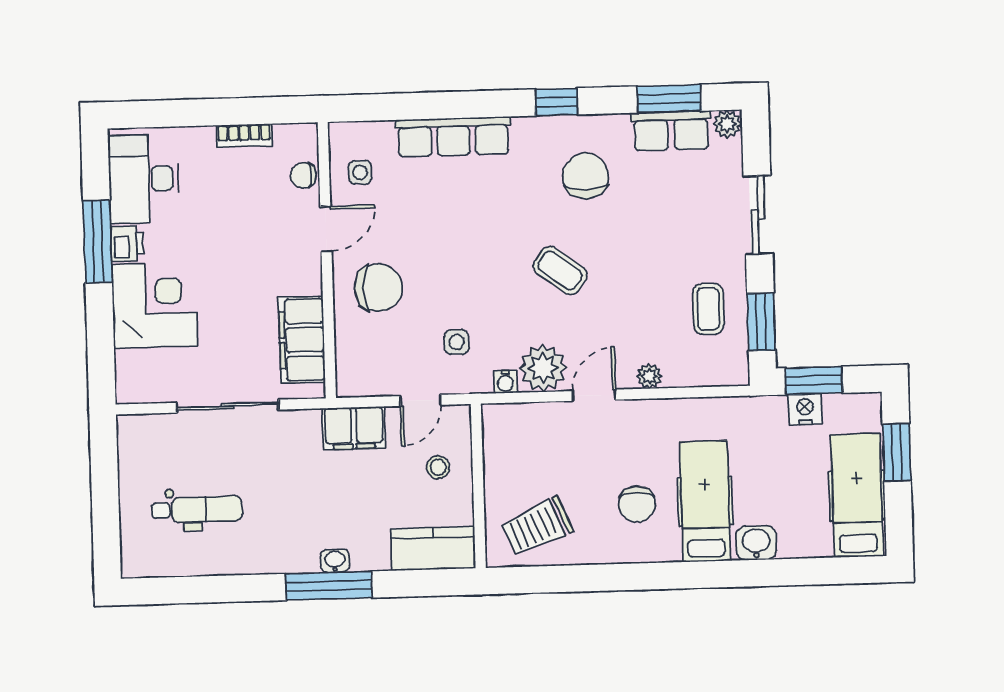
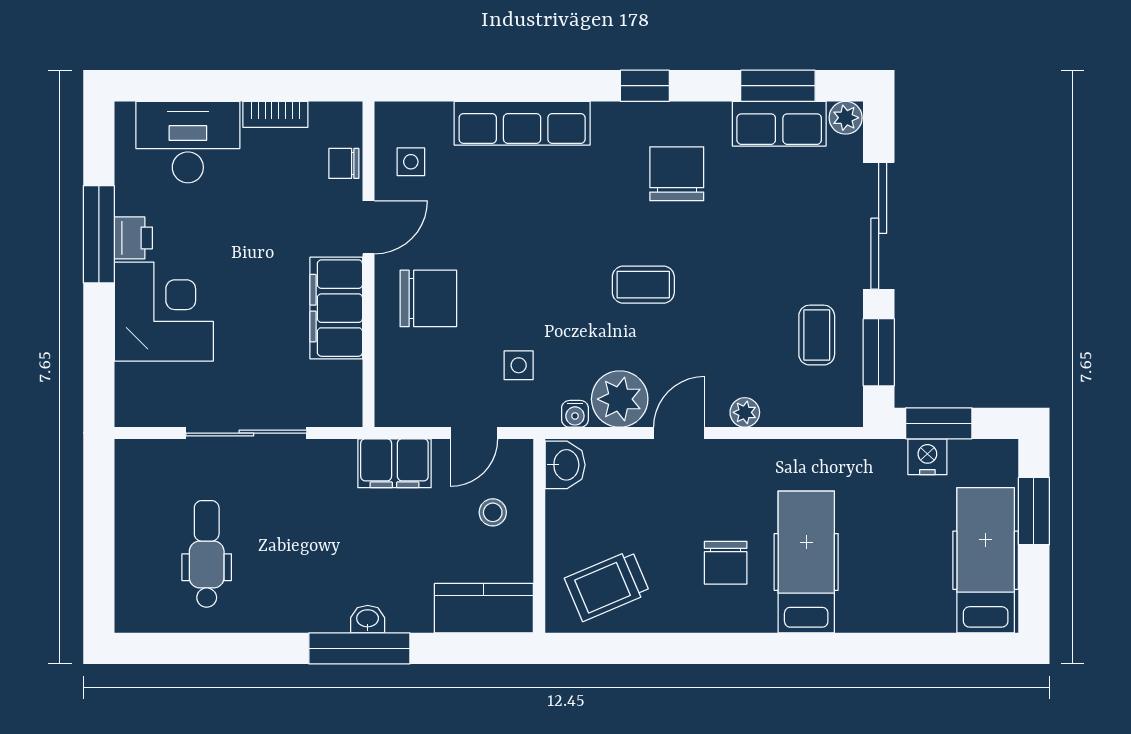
desk: (143, 179) -> (188, 142), moved, turned 90
sliding door: (758, 215) -> (879, 226), width x1.37
coffee table: (560, 270) -> (643, 285), turned -37
filing cabinet: (302, 340) -> (336, 308), moved
dental chair: (197, 510) -> (207, 554), turned -90
washbasin: (756, 543) -> (565, 465), moved, turned 90

